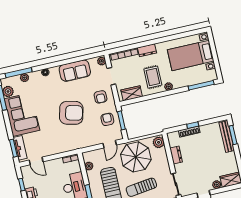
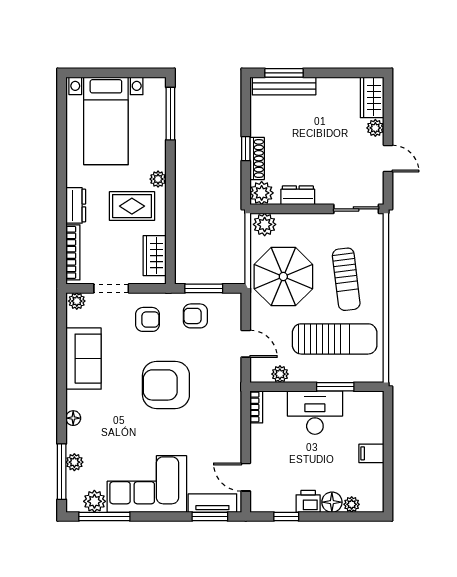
armchair: (71, 113) -> (166, 385), turned -104
plant: (173, 137) -> (262, 193), added
door: (110, 144) -> (246, 344), moved
door: (36, 161) -> (246, 477), swing flipped

